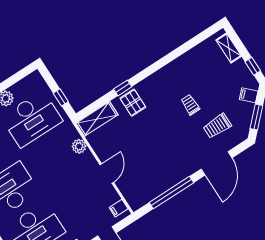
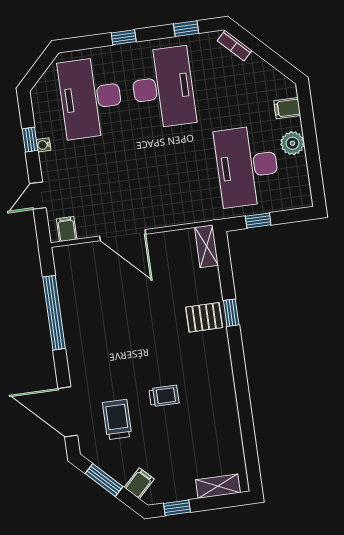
shelving: (97, 119) -> (206, 246), width x0.67, depth x0.75
plant: (79, 146) -> (178, 214), removed
door: (217, 163) -> (68, 412), moved
door: (107, 173) -> (123, 235), width x1.36

